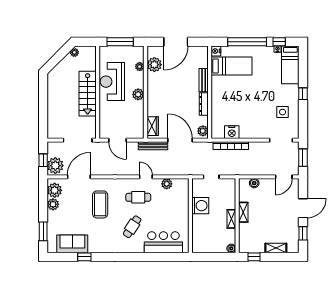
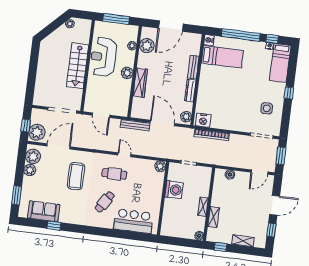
wardrobe: (153, 126) -> (140, 83), moved, width x1.50
nightstand: (232, 132) -> (203, 120), moved
plant: (167, 184) -> (160, 166), moved
shelving: (243, 212) -> (214, 217), moved

